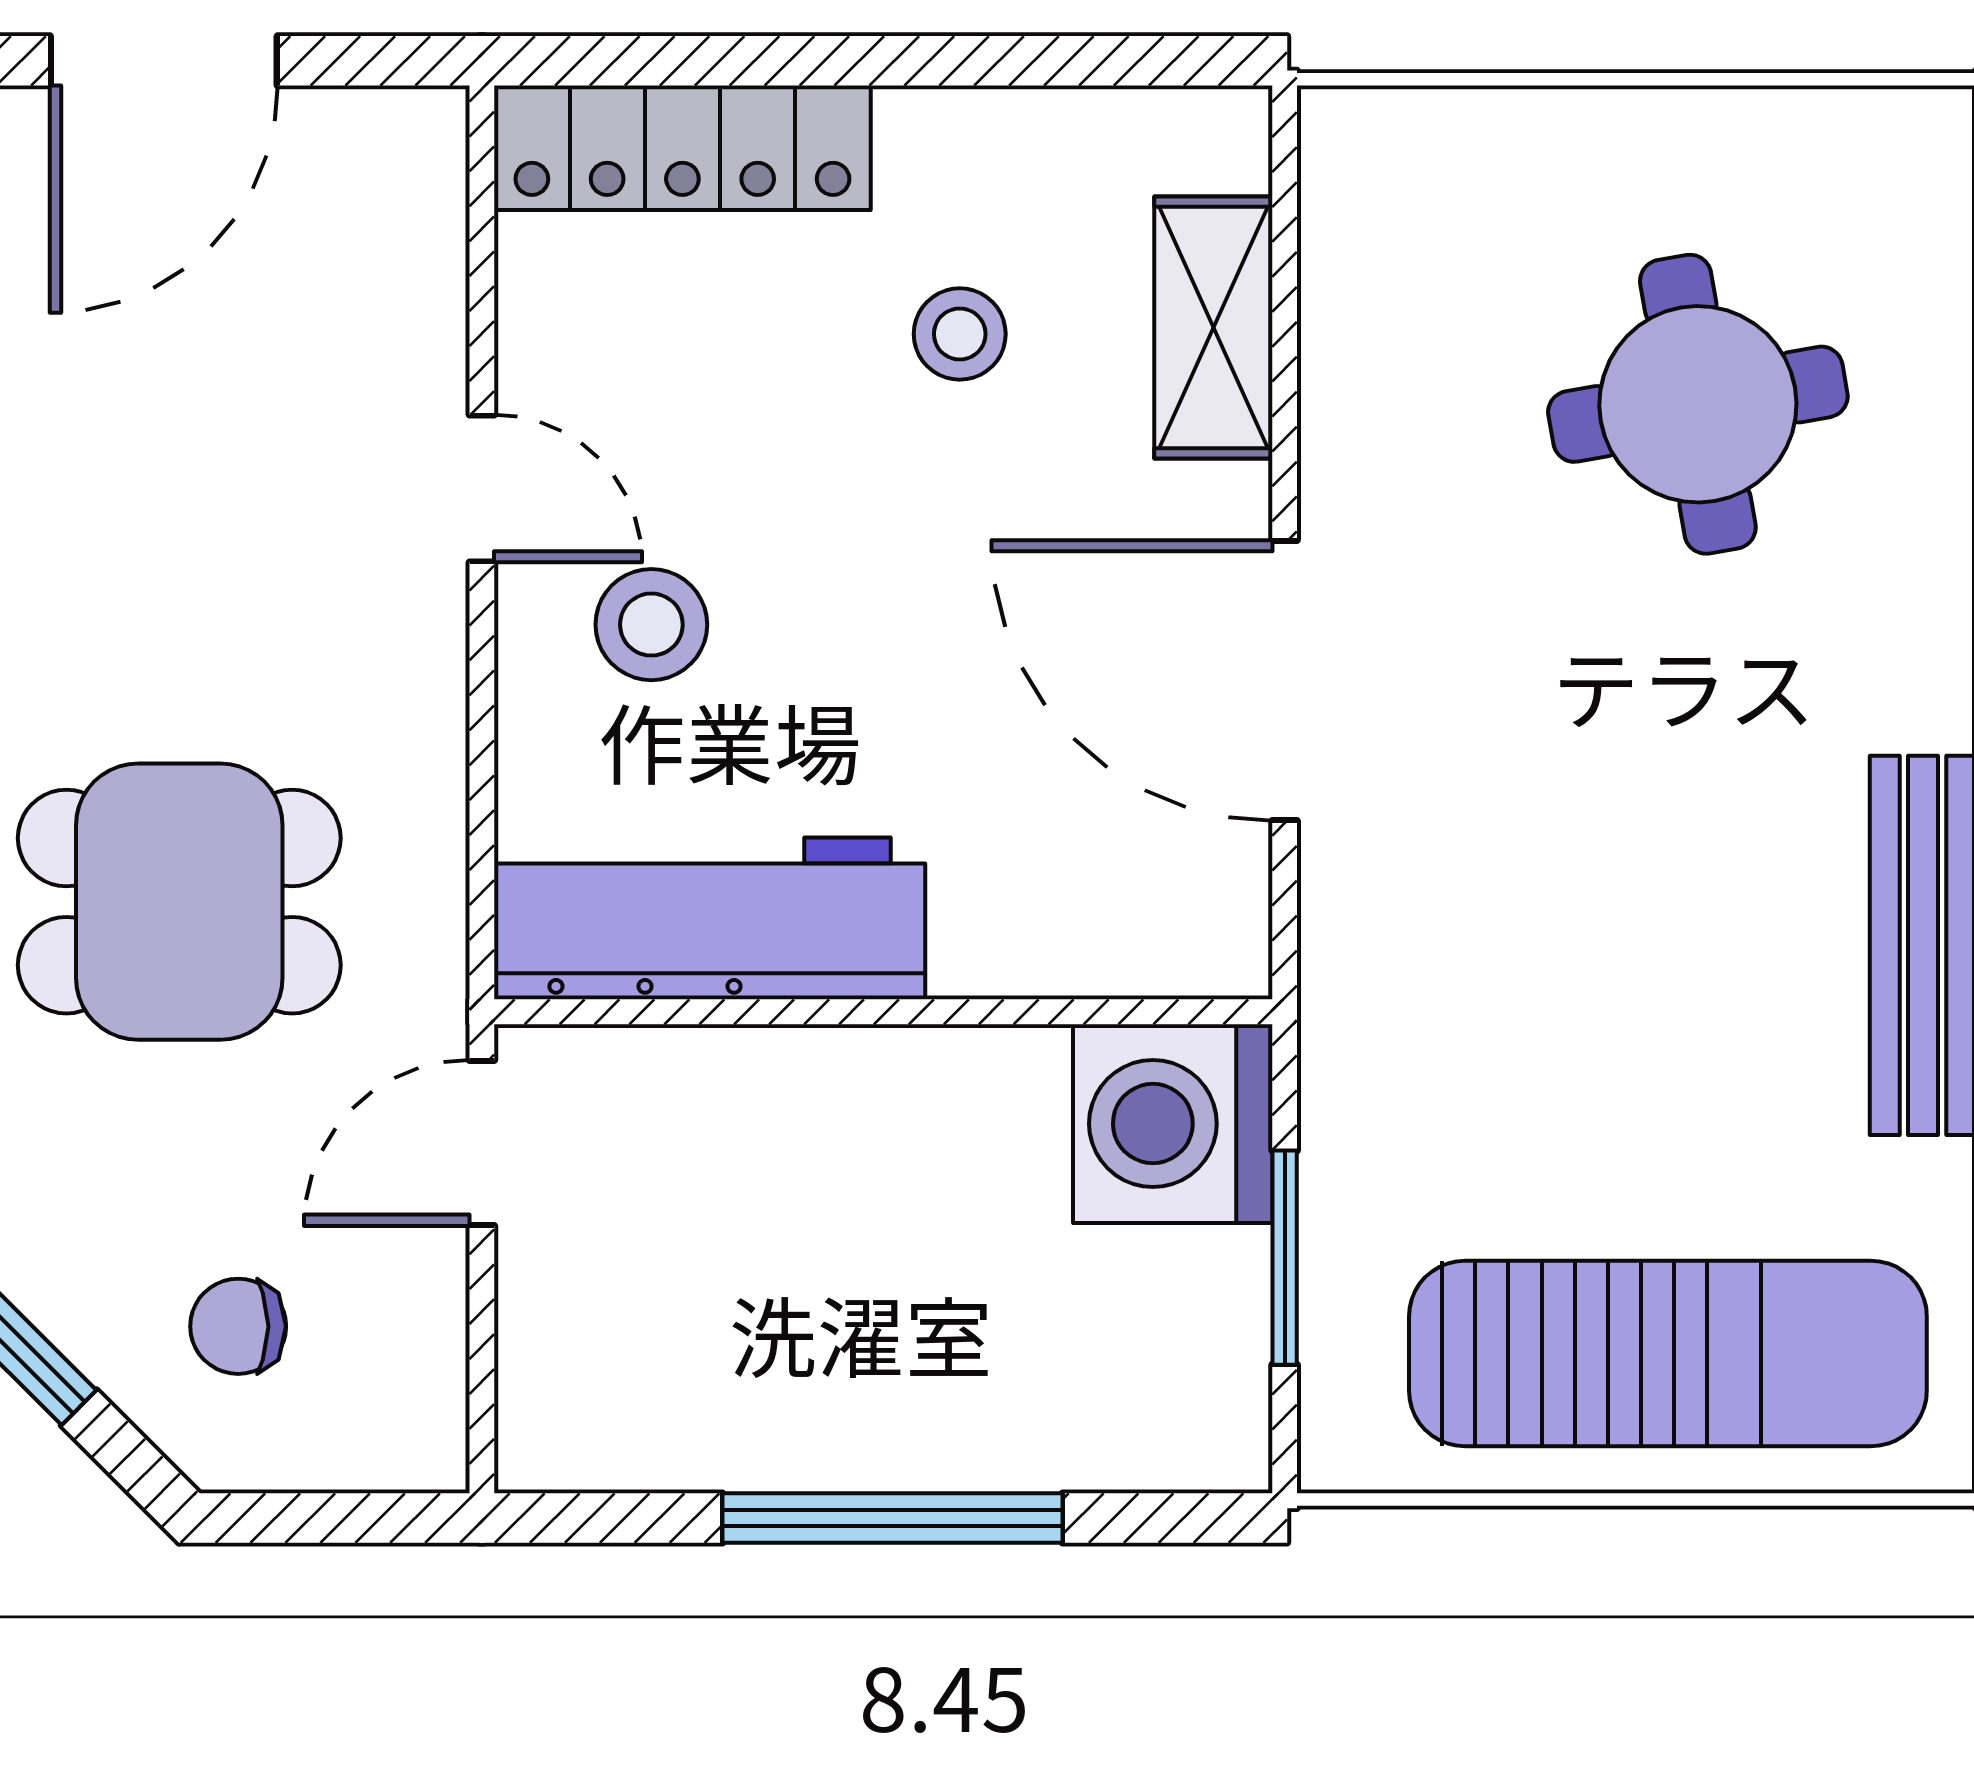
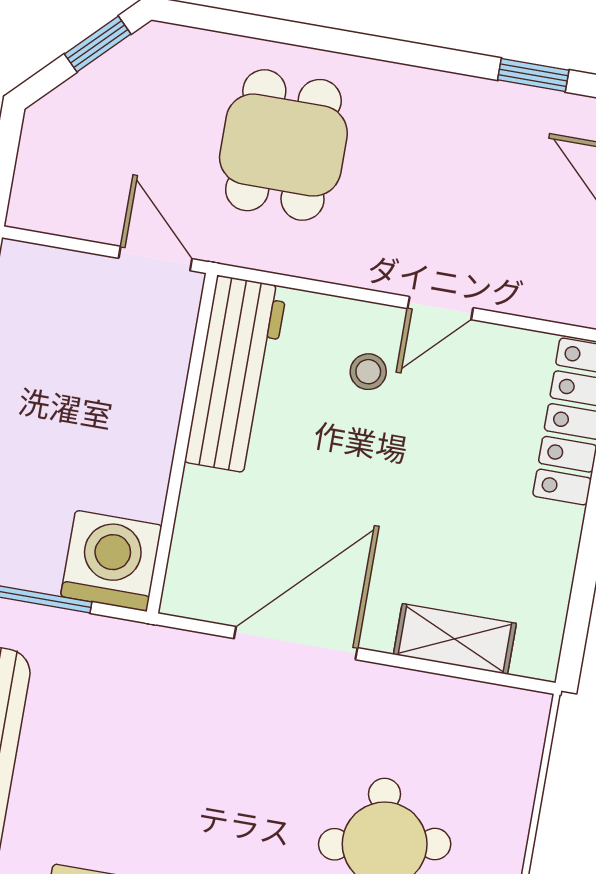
stool: (960, 334) -> (471, 528), removed
stool: (651, 625) -> (368, 372), width x0.73, depth x0.73
chair: (238, 1326) -> (94, 138), removed

